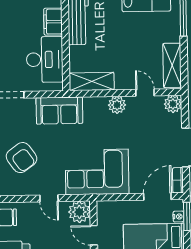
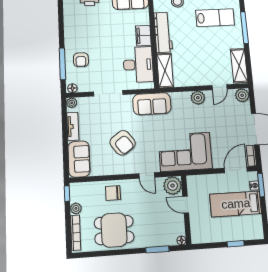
shelving: (92, 81) -> (165, 70), moved, turned 90
door: (145, 93) -> (219, 87), swing flipped

